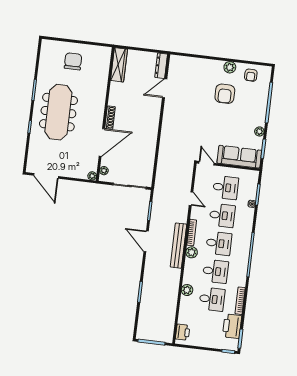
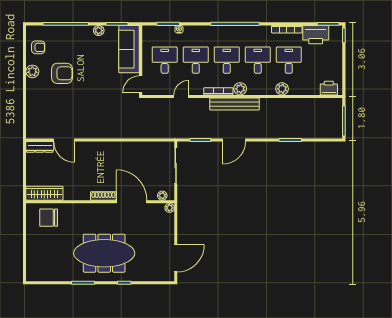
chair: (73, 61) -> (49, 218), moved

